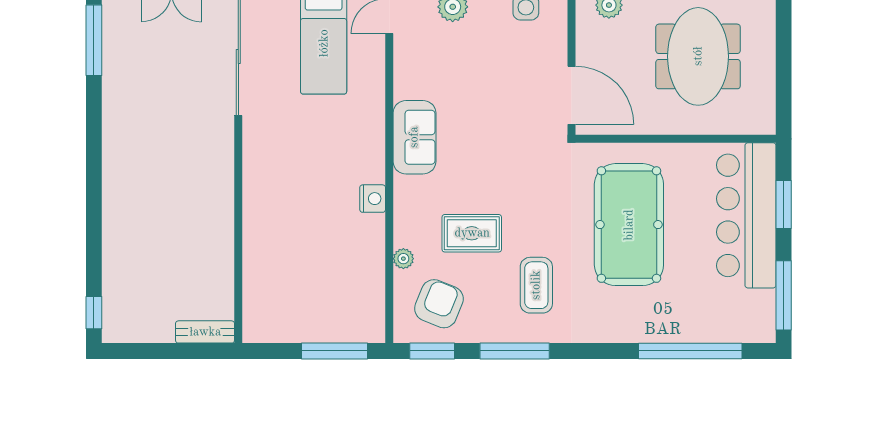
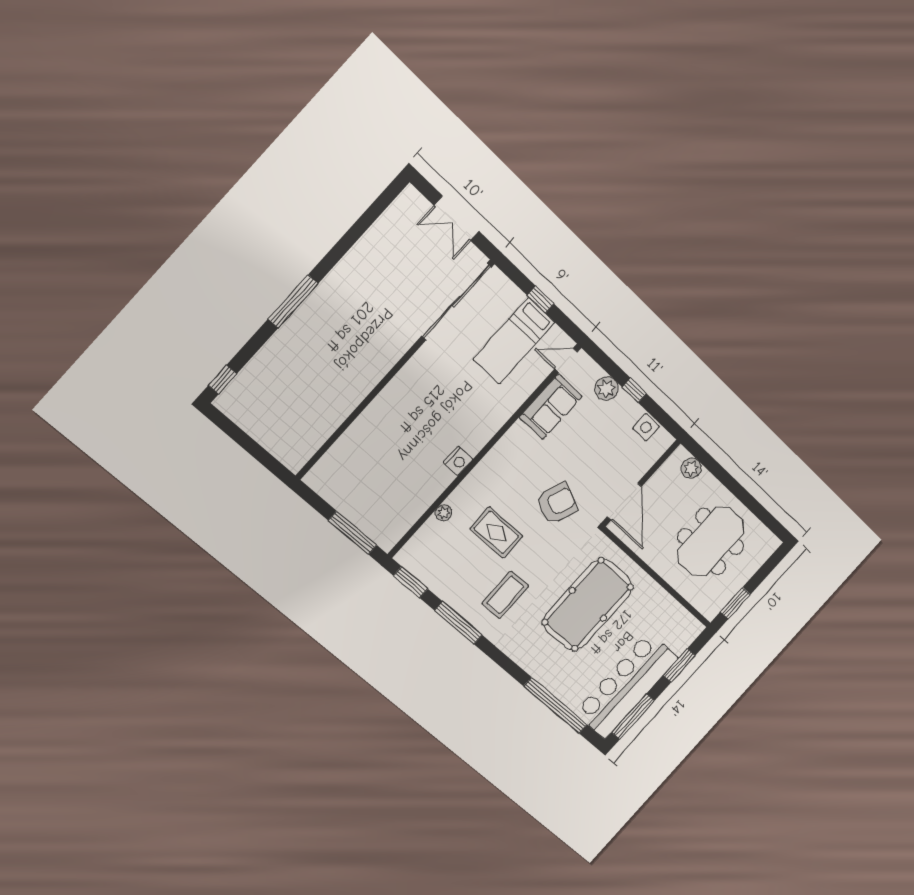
window: (94, 40) -> (293, 301), moved
window: (784, 94) -> (735, 603), added
sofa: (414, 137) -> (551, 407), moved
bar counter: (746, 215) -> (626, 685), moved
armchair: (439, 304) -> (557, 503), moved
bench: (205, 332) -> (283, 453), removed

